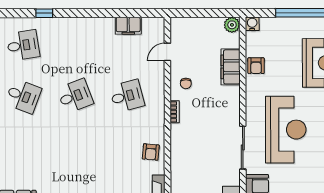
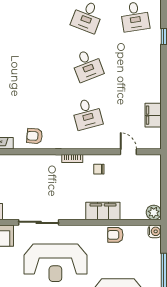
filing cabinet: (230, 67) -> (103, 211), moved

